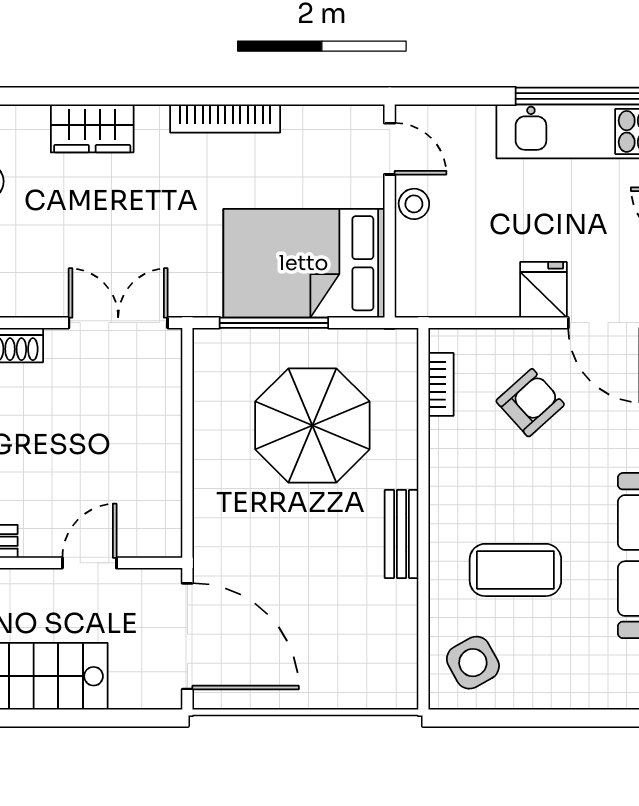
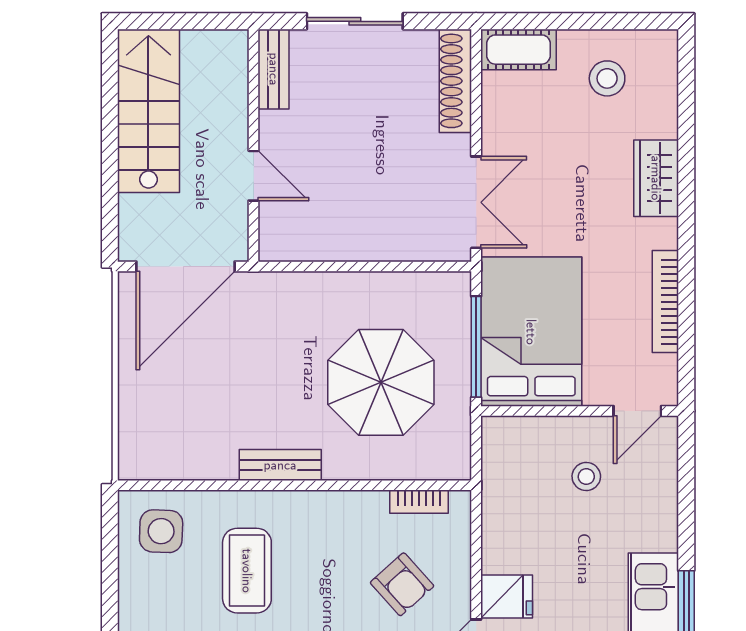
door: (390, 149) -> (637, 411), moved
wall: (390, 211) -> (580, 411), moved
bed: (304, 263) -> (531, 332), moved
side table: (473, 663) -> (161, 531), turned 31

